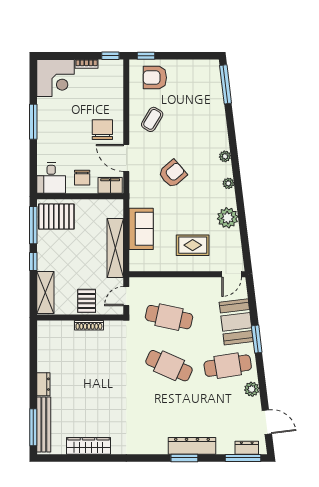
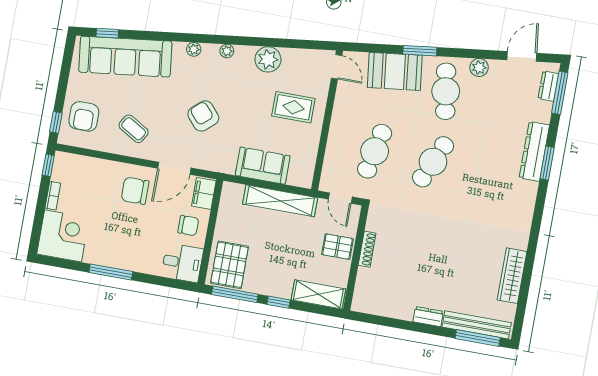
window: (226, 84) -> (107, 33), width x0.46
sofa: (209, 102) -> (125, 57), added
rug: (193, 245) -> (293, 107), turned 90

